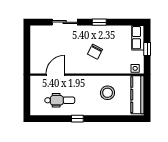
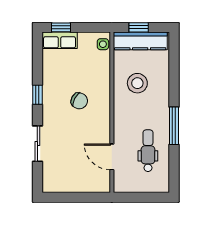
window: (147, 49) -> (61, 27), moved
window: (147, 94) -> (139, 27), added
window: (77, 119) -> (174, 126), width x2.17

